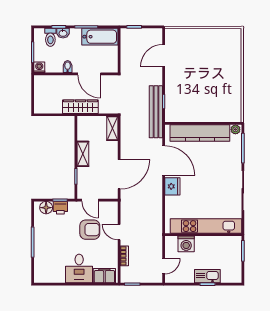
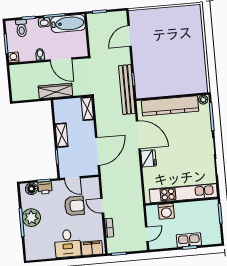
washbasin: (63, 33) -> (44, 22), moved
plant: (43, 238) -> (31, 218), added

